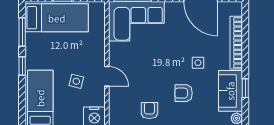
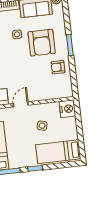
door: (107, 76) -> (21, 104), moved
armchair: (184, 93) -> (42, 43), width x1.88, depth x1.88

